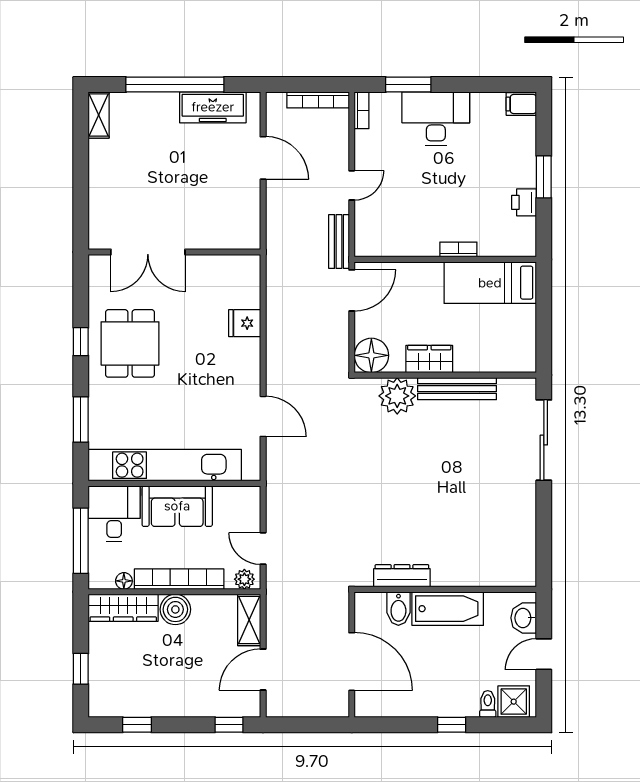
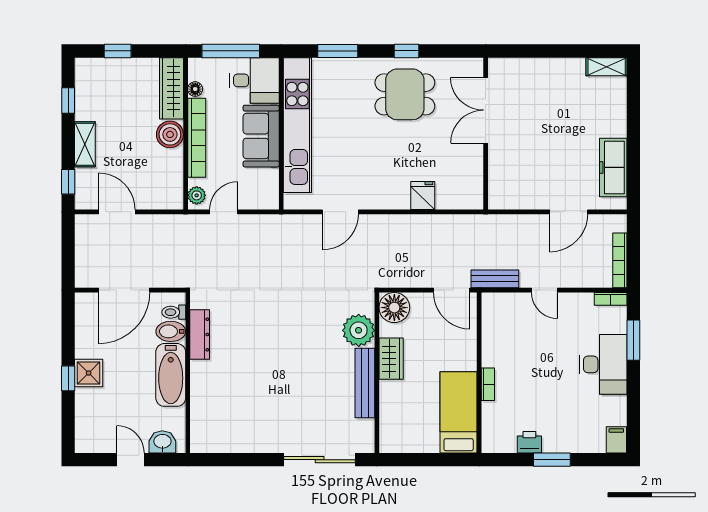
window: (175, 85) -> (633, 134), removed
shelving: (249, 620) -> (85, 144), moved, turned 90
shower: (514, 702) -> (89, 373), moved
toilet: (488, 704) -> (174, 312), moved, turned 180

